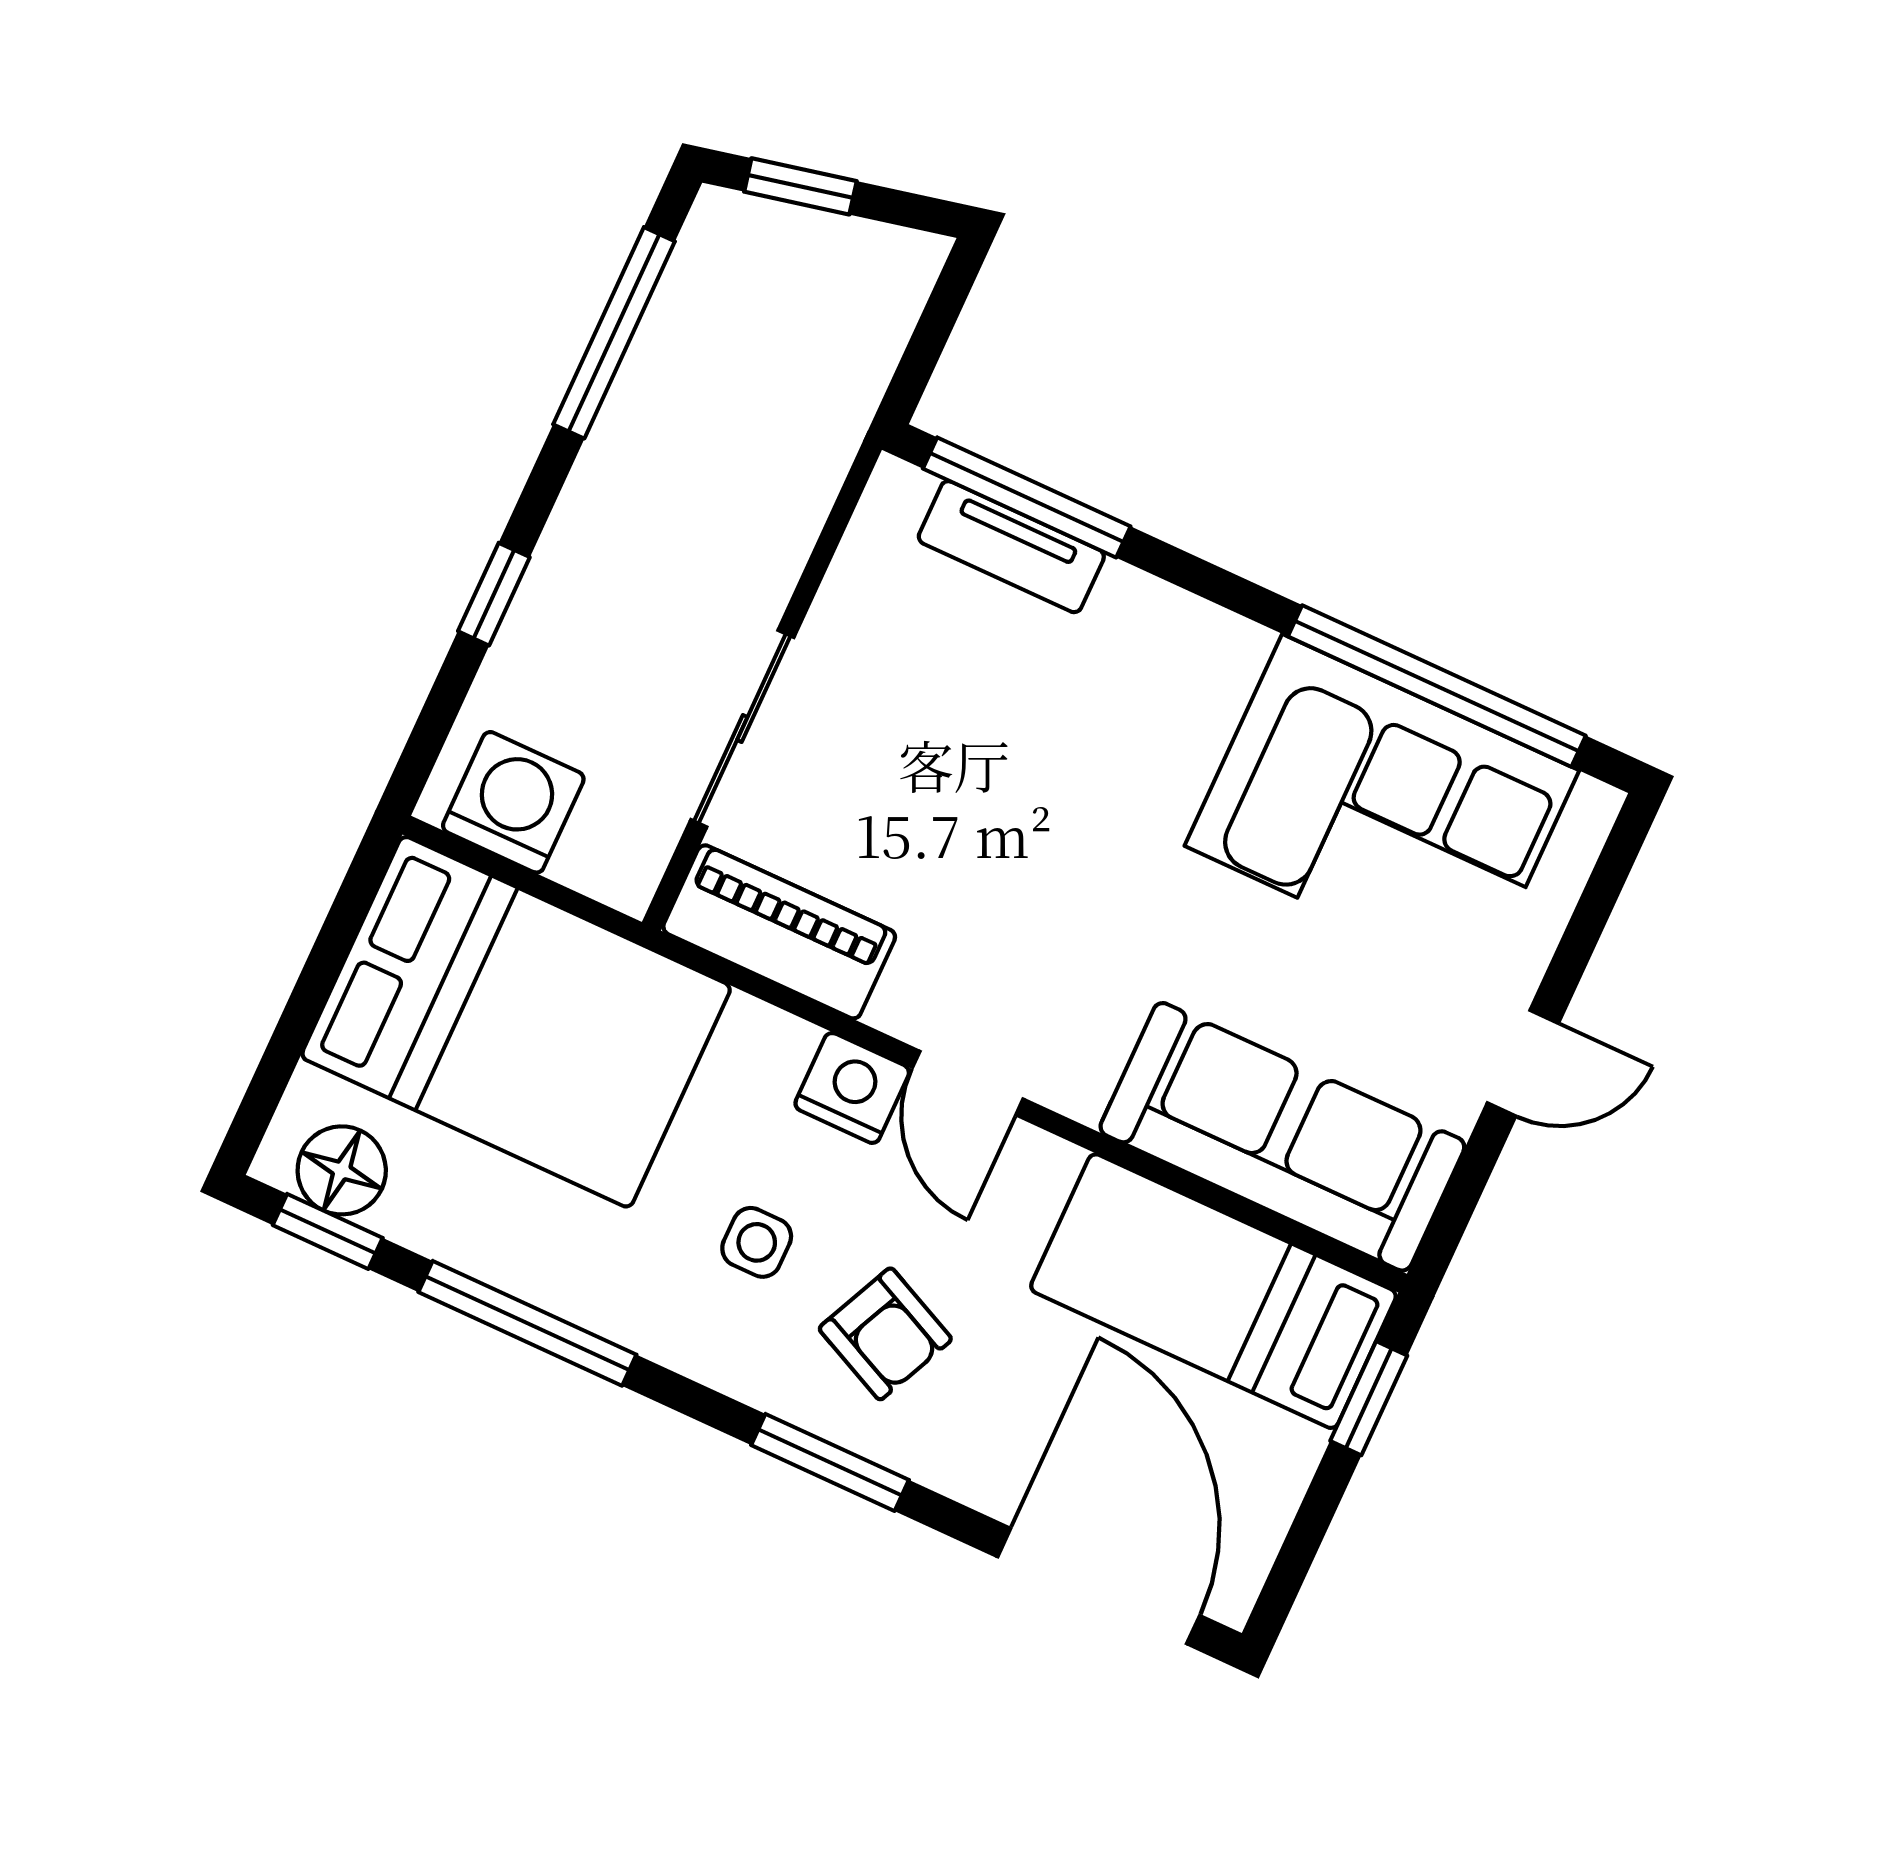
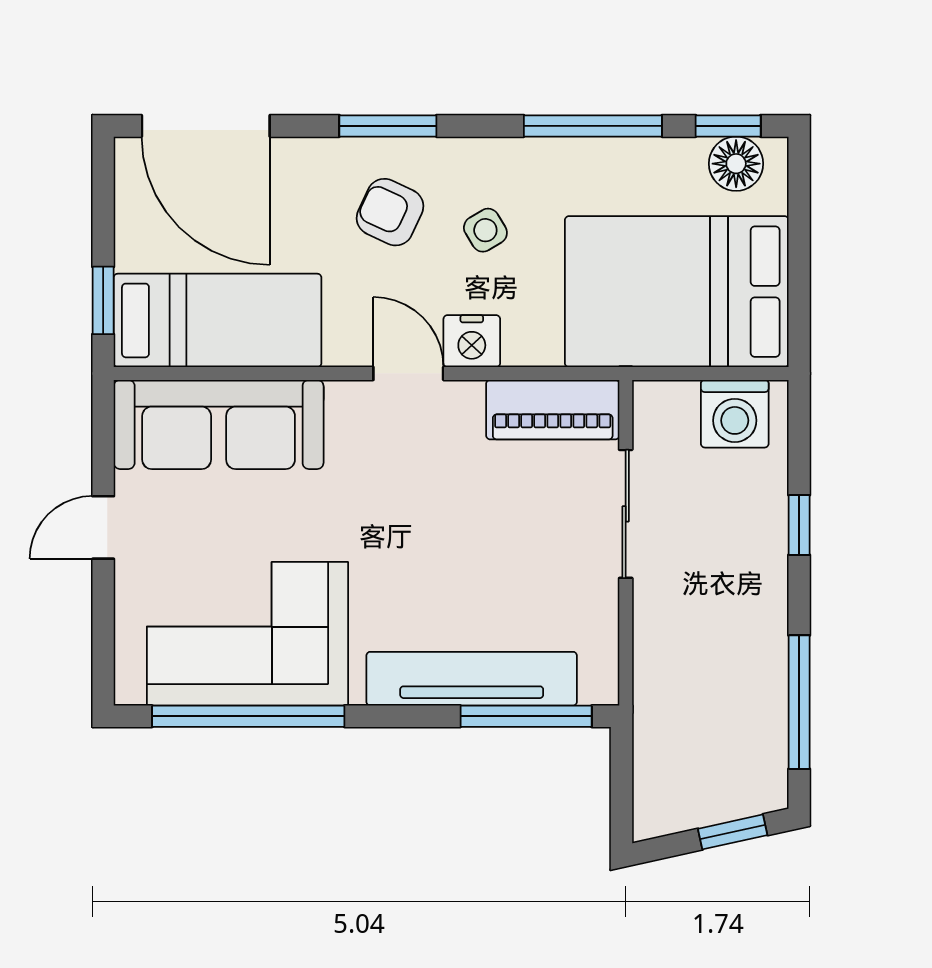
tv unit: (1011, 547) -> (472, 679), width x1.92, depth x1.29
side table: (757, 1242) -> (485, 230), turned -31

